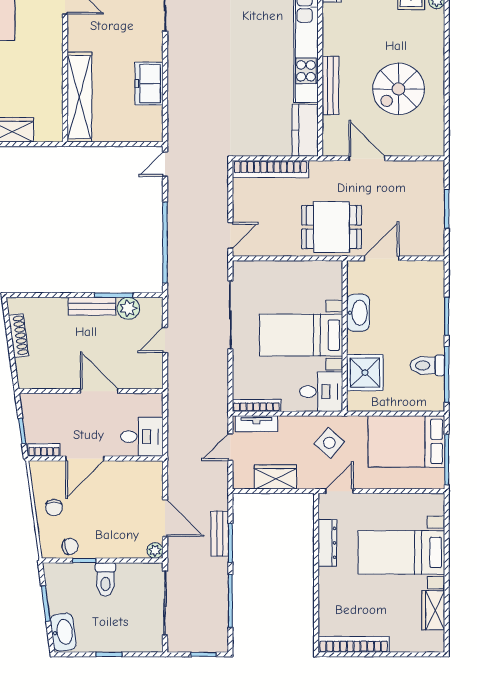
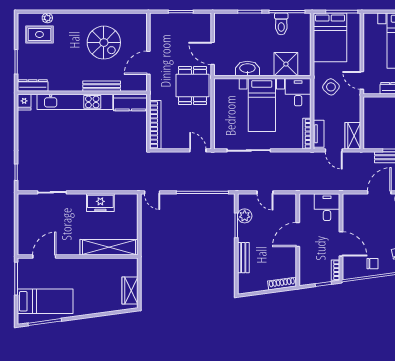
bench: (92, 306) -> (243, 258), moved
shoe rack: (19, 336) -> (282, 284), moved
wardrobe: (275, 477) -> (353, 136), moved

